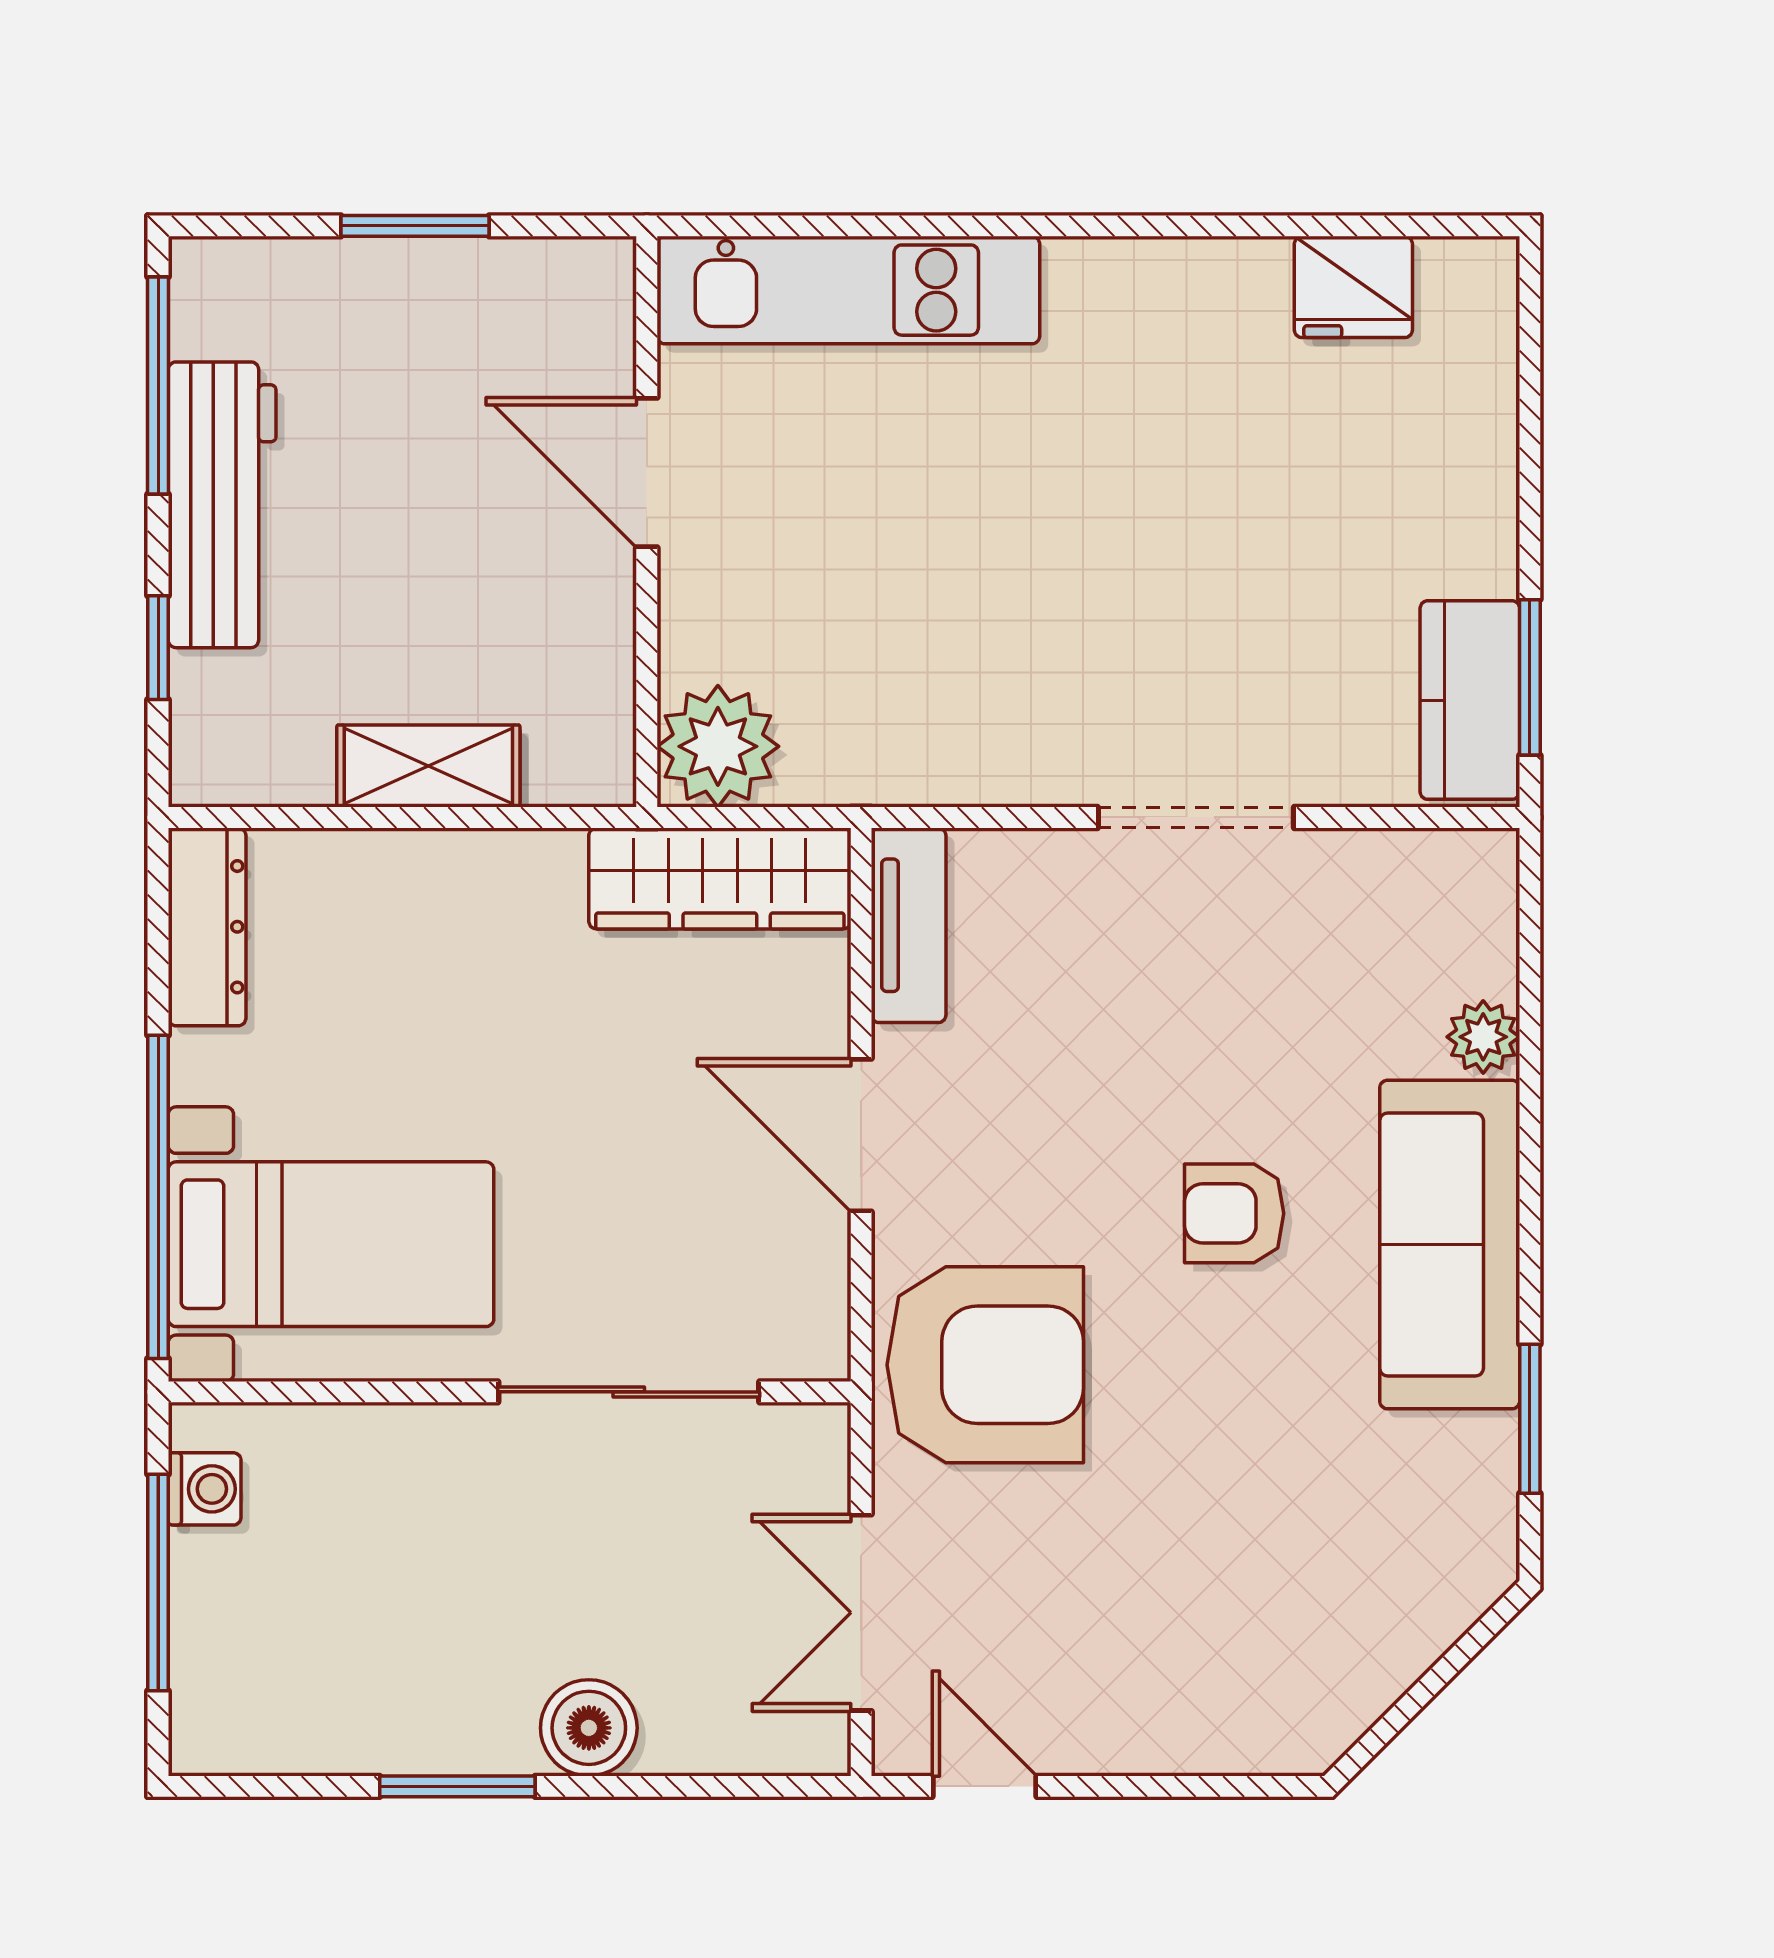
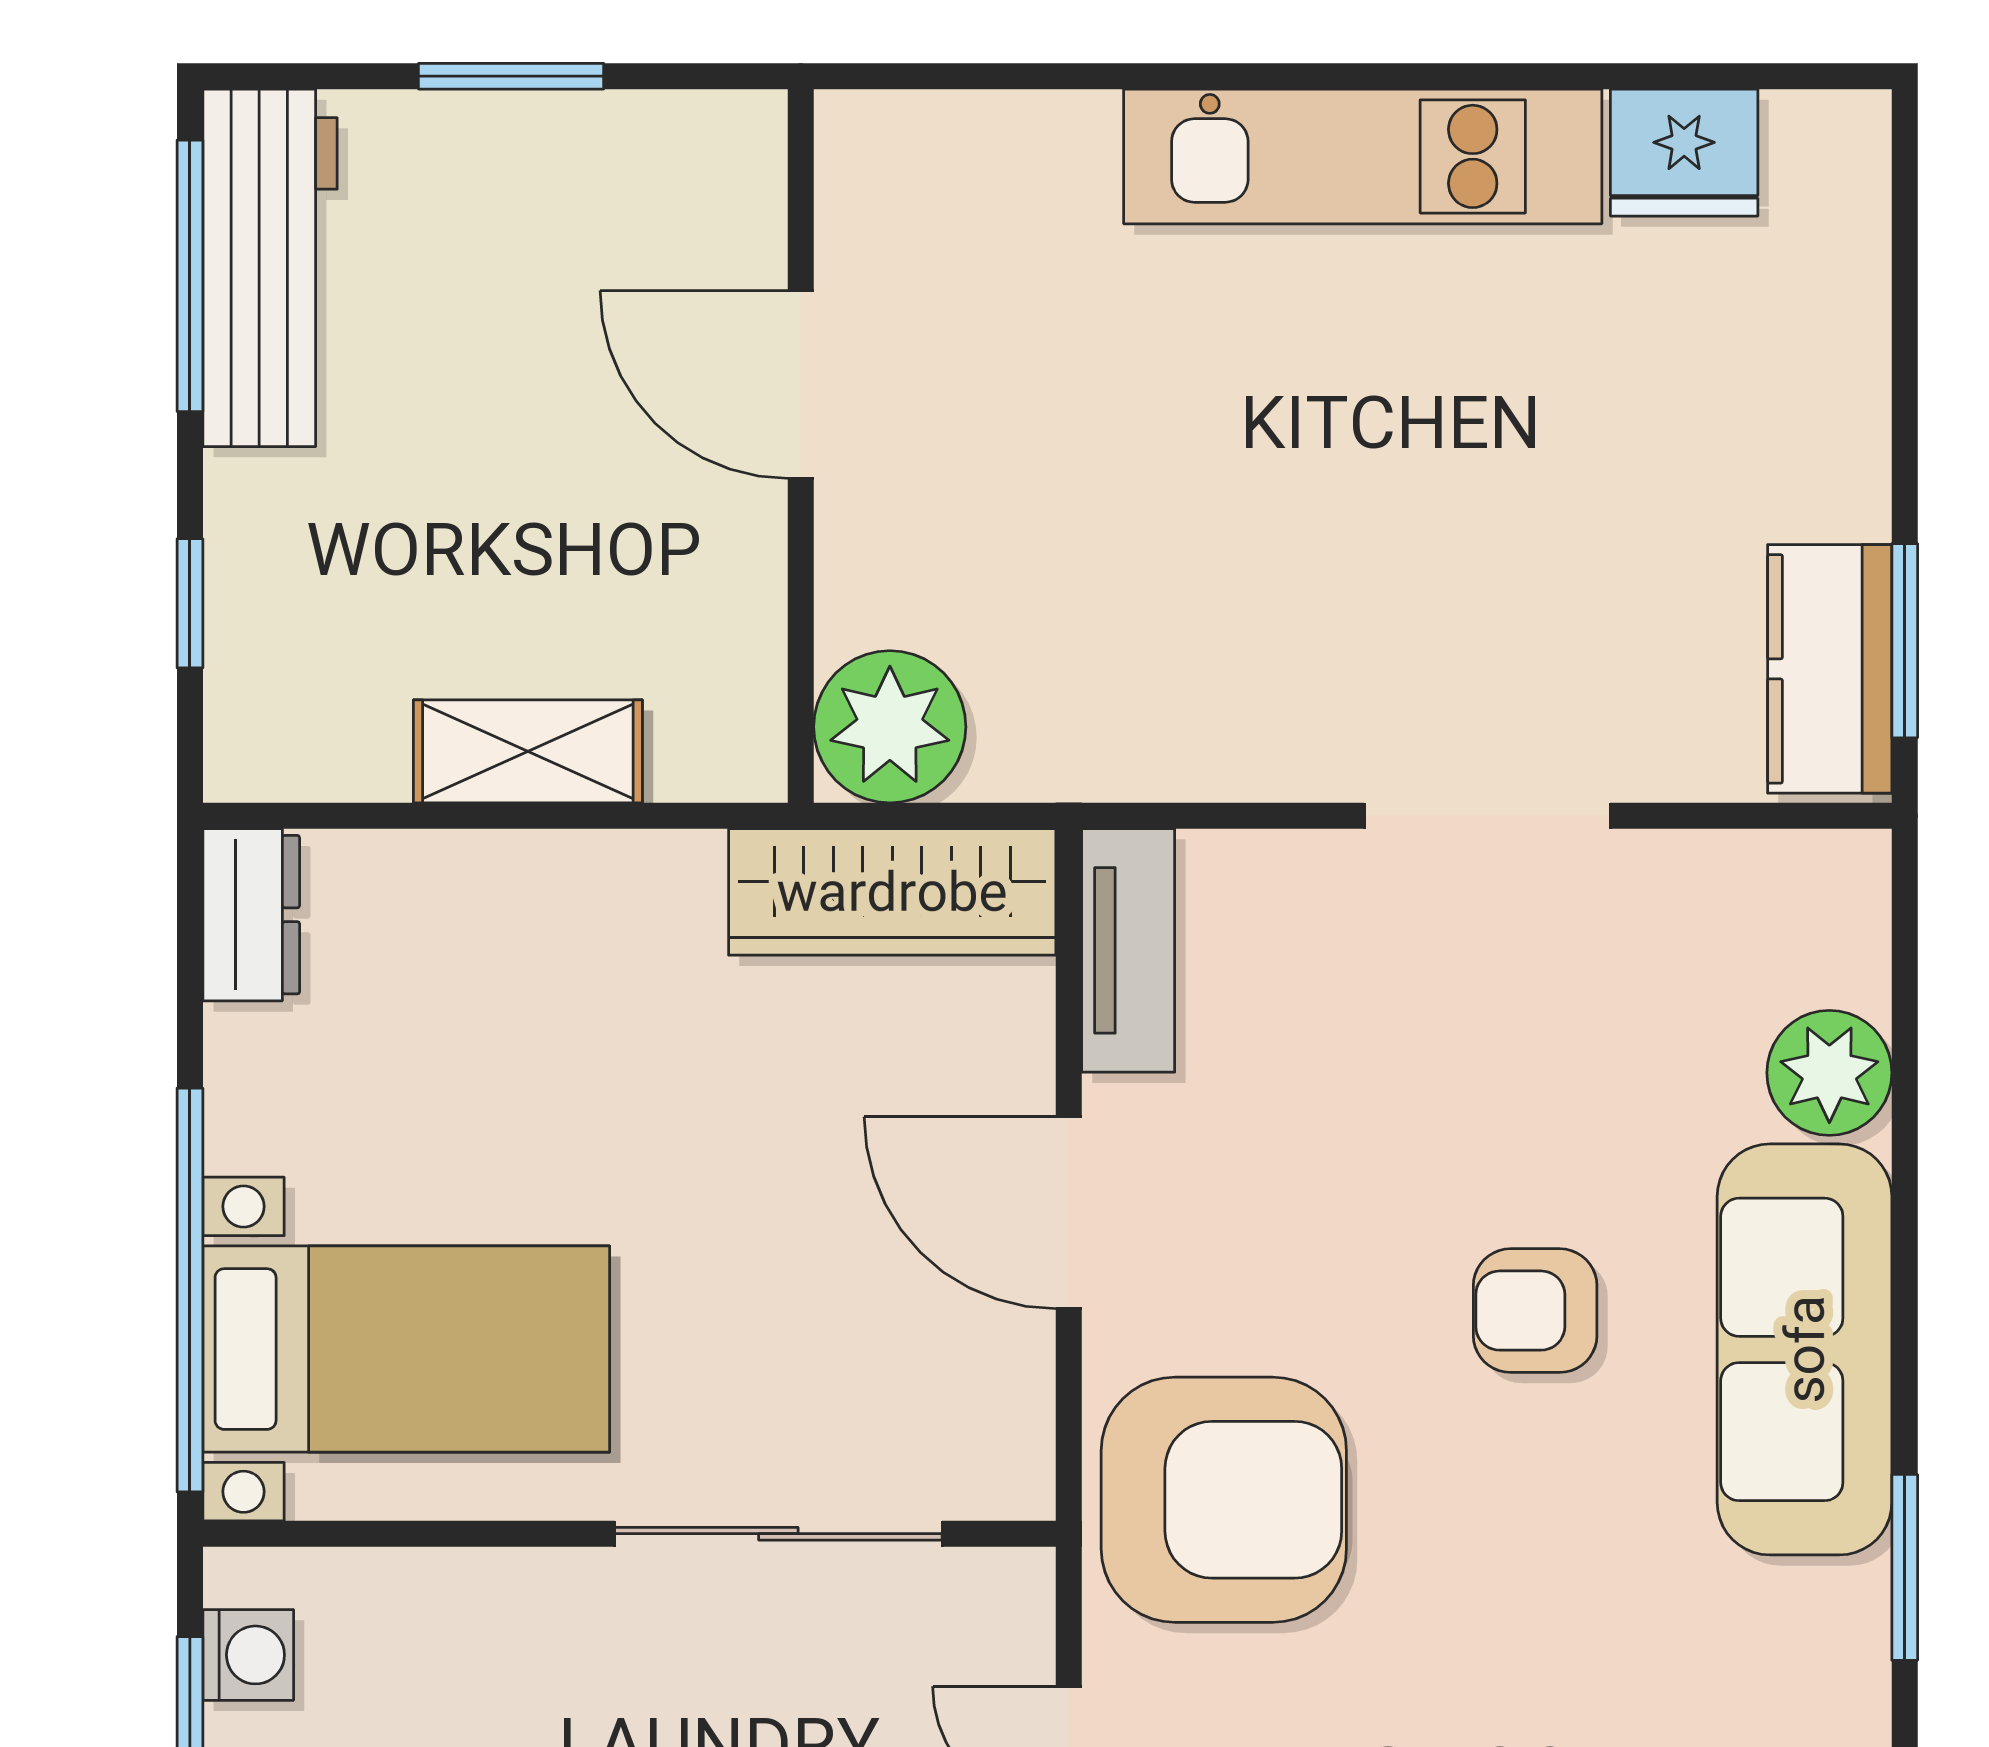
kitchen unit: (848, 290) -> (1363, 156), moved
workbench: (222, 505) -> (270, 268), moved
dresser: (207, 927) -> (251, 915), width x0.70
plant: (1483, 1037) -> (1829, 1073), width x1.38, depth x1.38

